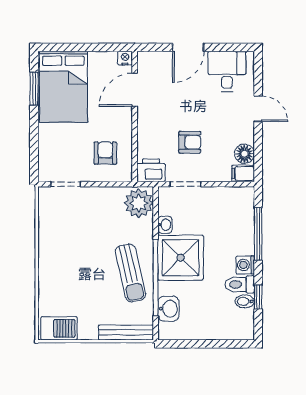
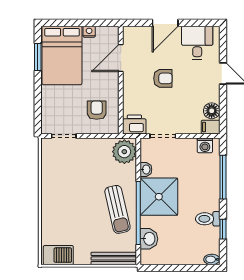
nightstand: (125, 58) -> (89, 32), moved
armchair: (190, 142) -> (163, 78), moved
washing machine: (245, 265) -> (205, 145), moved, turned -90
bidet: (245, 301) -> (212, 259), moved

